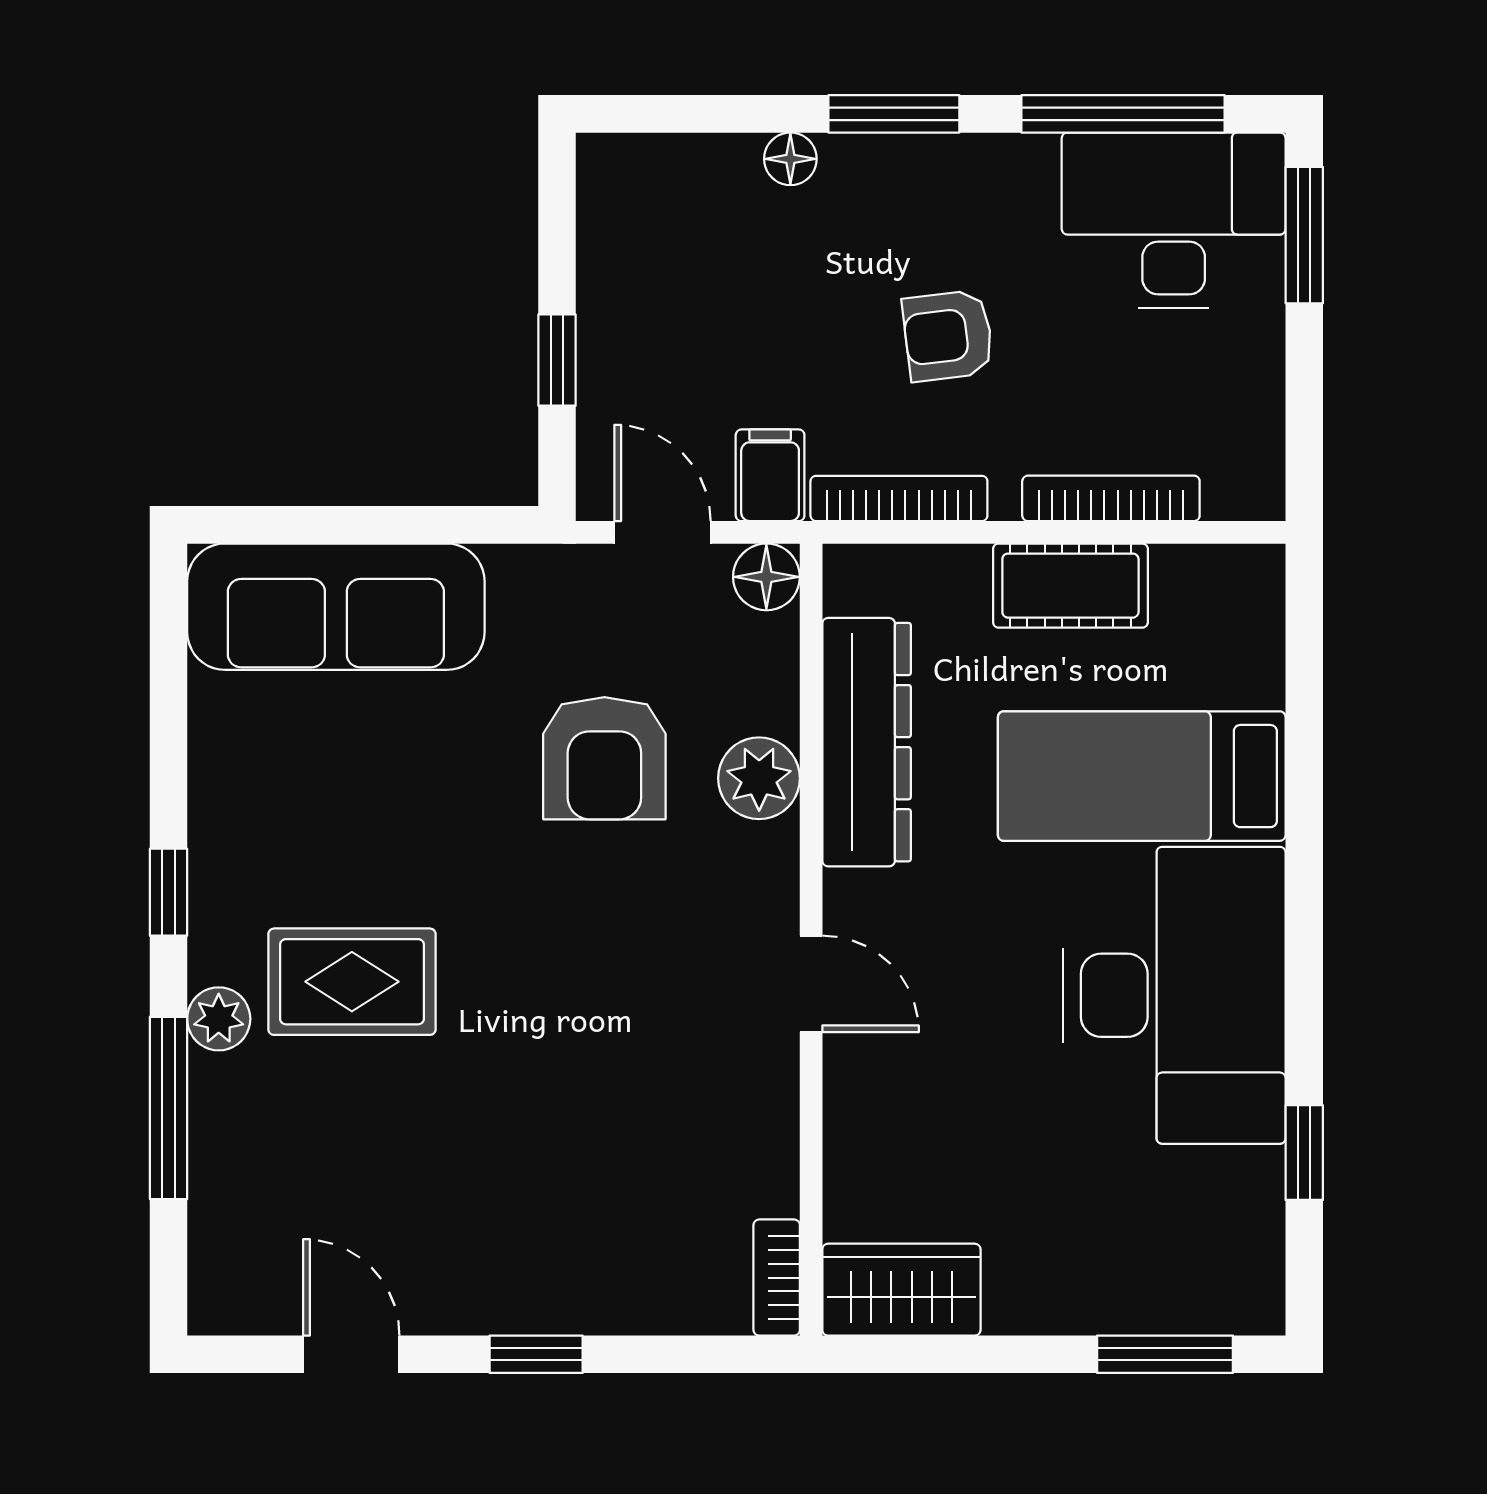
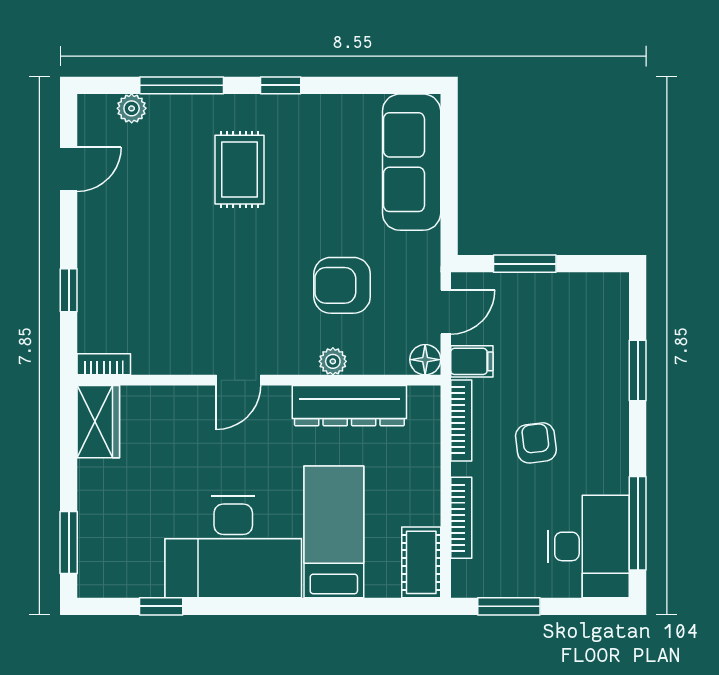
window: (894, 114) -> (638, 371), moved
floor lamp: (790, 159) -> (617, 371), removed
window: (1304, 235) -> (509, 606), moved
window: (557, 360) -> (525, 264), width x1.50
cot: (1070, 586) -> (421, 562), moved
plant: (759, 778) -> (333, 361), width x0.73, depth x0.73
plant: (219, 1019) -> (132, 108), moved
window: (536, 1354) -> (69, 290), moved

